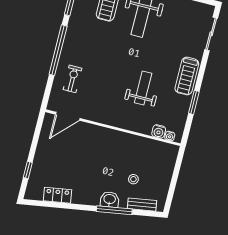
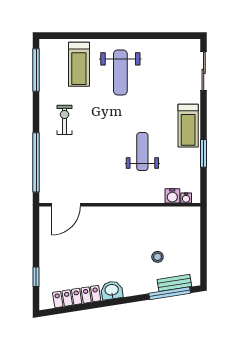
window: (58, 50) -> (36, 162), moved
exercise bike: (73, 79) -> (65, 120), moved
locker: (58, 195) -> (77, 297), width x1.53
washbasin: (110, 199) -> (112, 290), moved
window: (114, 210) -> (170, 293), moved

